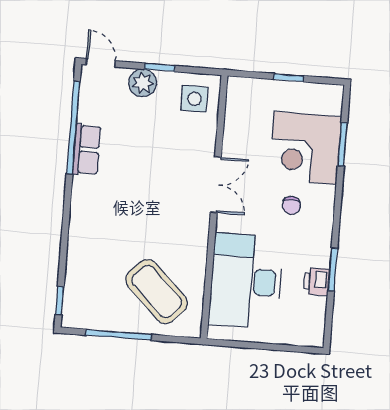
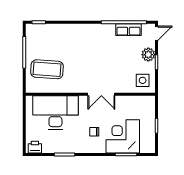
row of seats: (87, 150) -> (128, 30), moved
printer: (317, 282) -> (35, 147), moved
coffee table: (157, 291) -> (47, 69), turned 50

